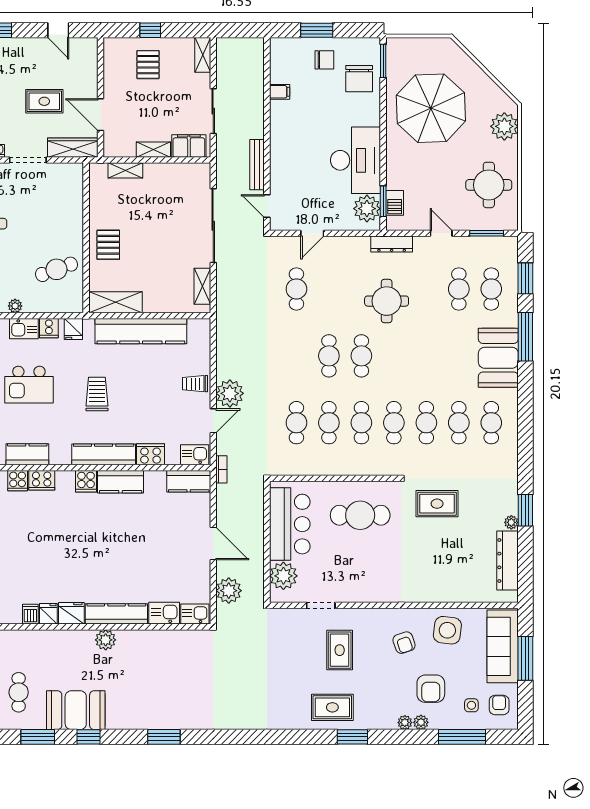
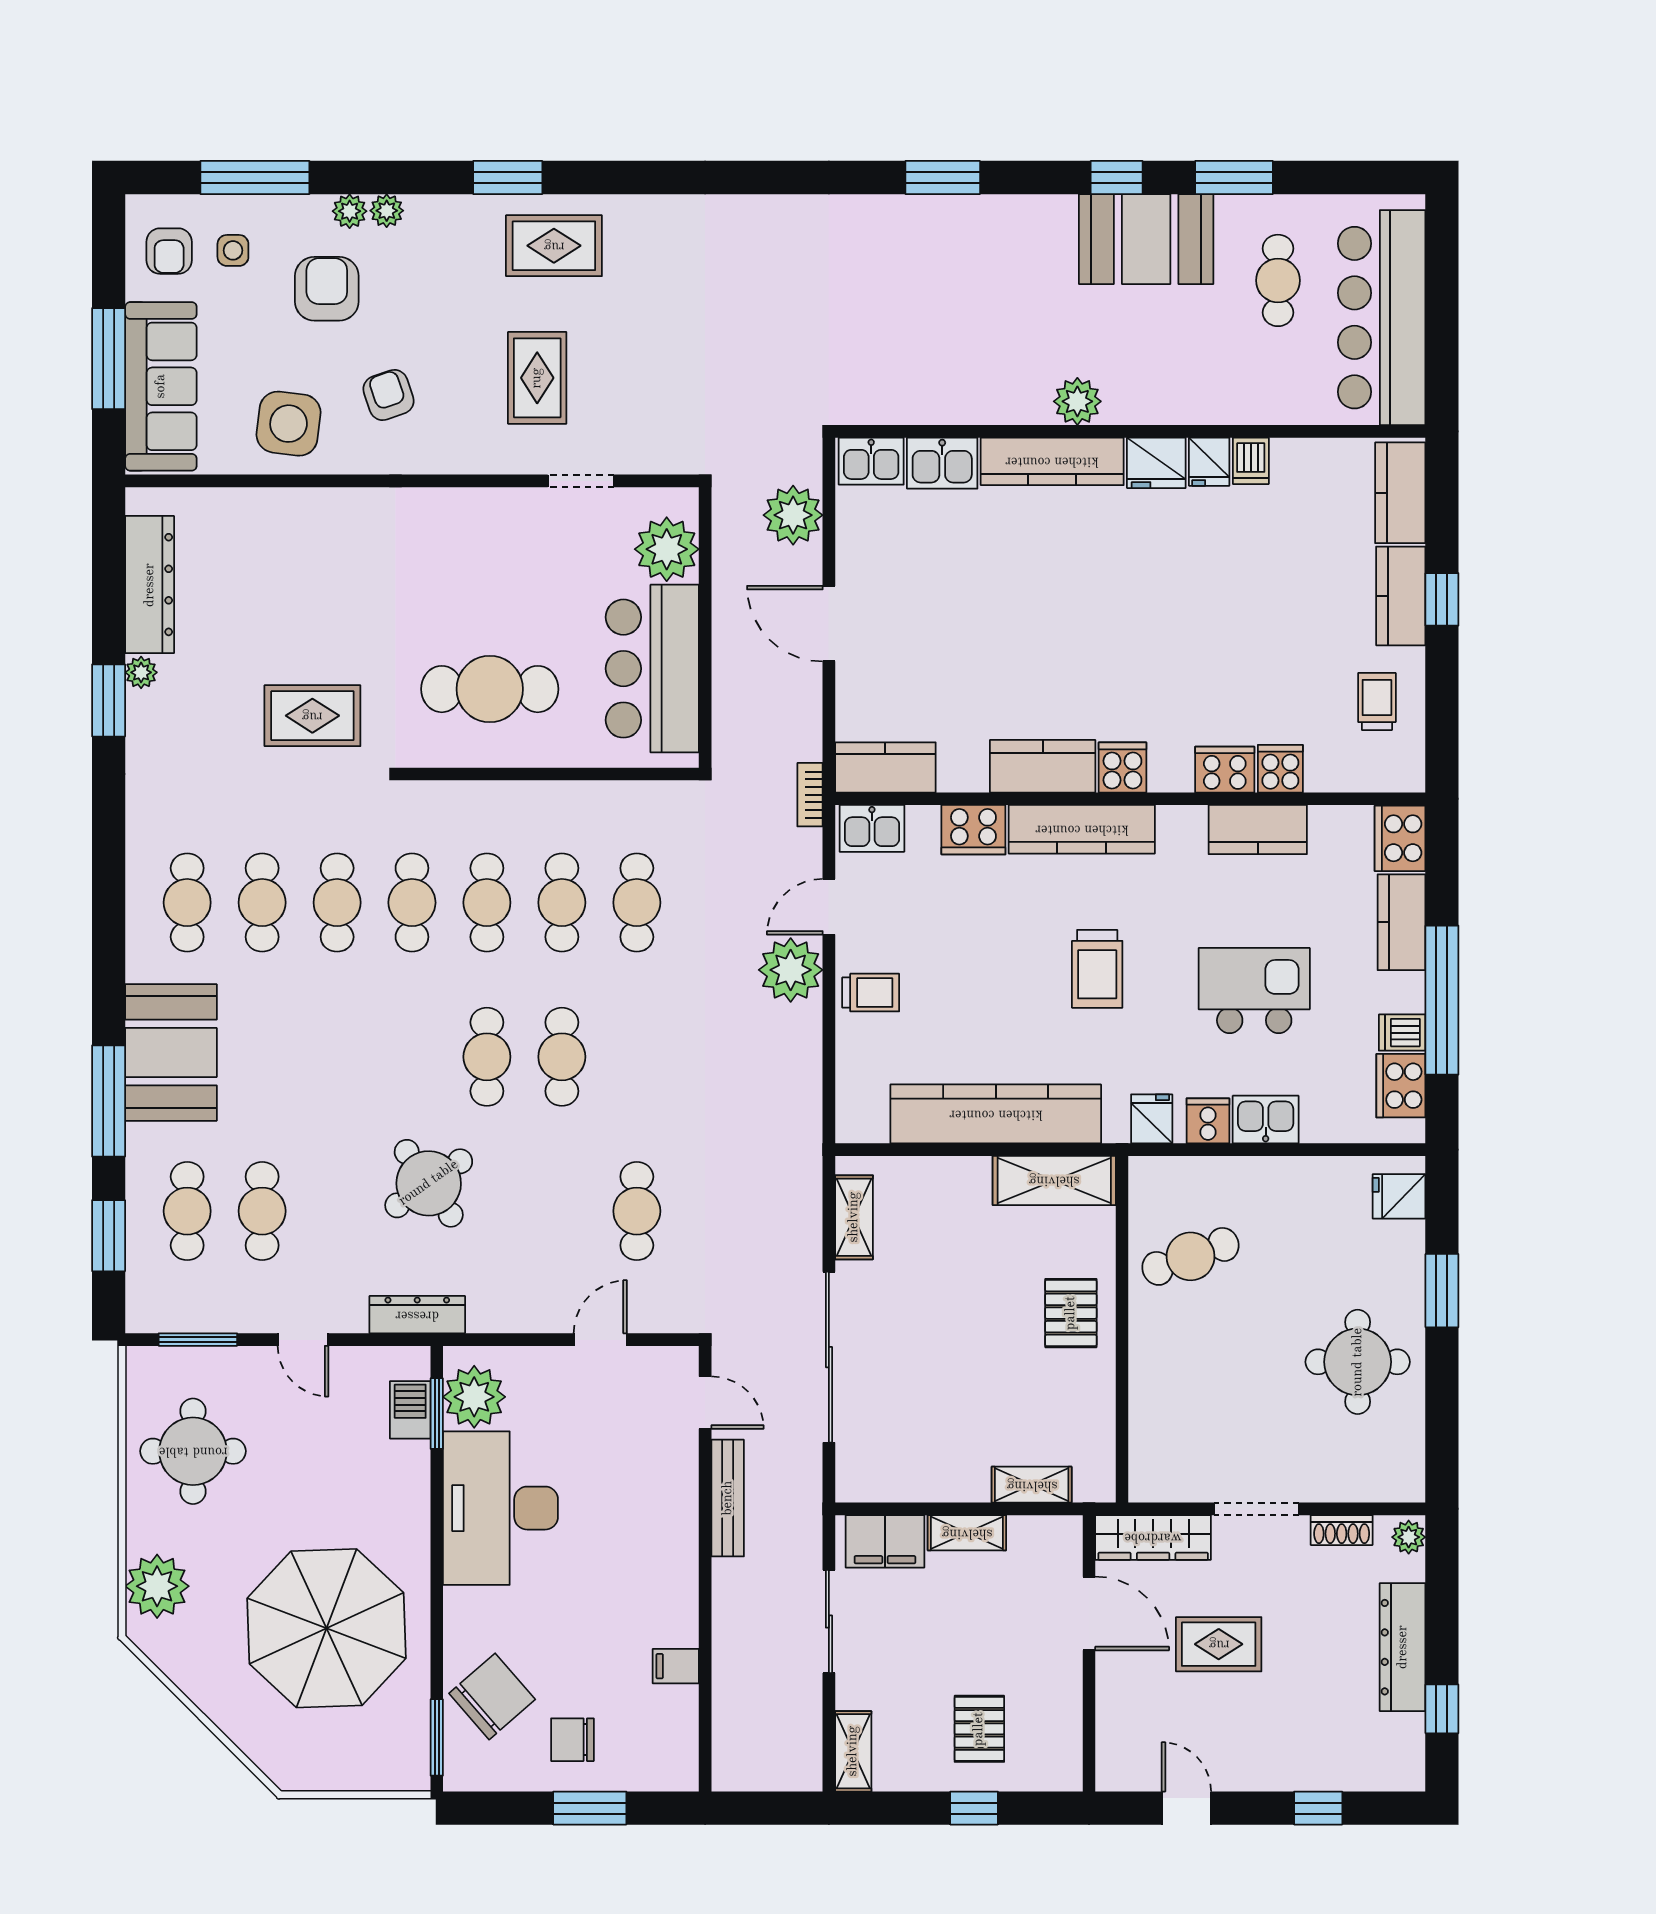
chair: (359, 79) -> (492, 1696), turned 49
round table: (387, 301) -> (429, 1183), turned -35
plant: (15, 306) -> (1286, 1172), removed

